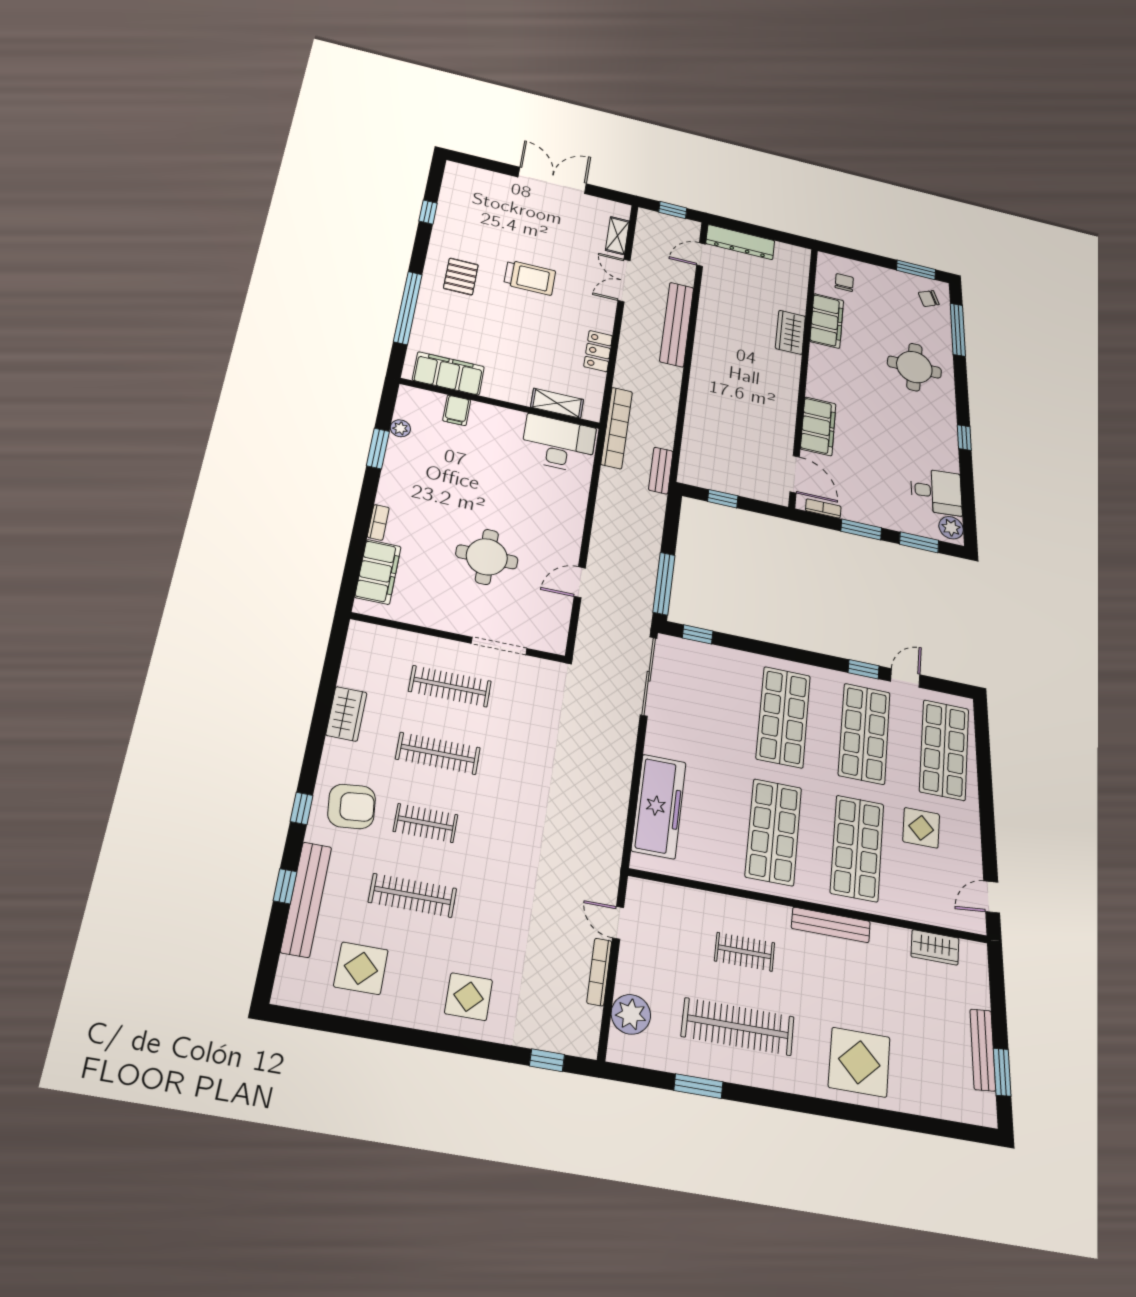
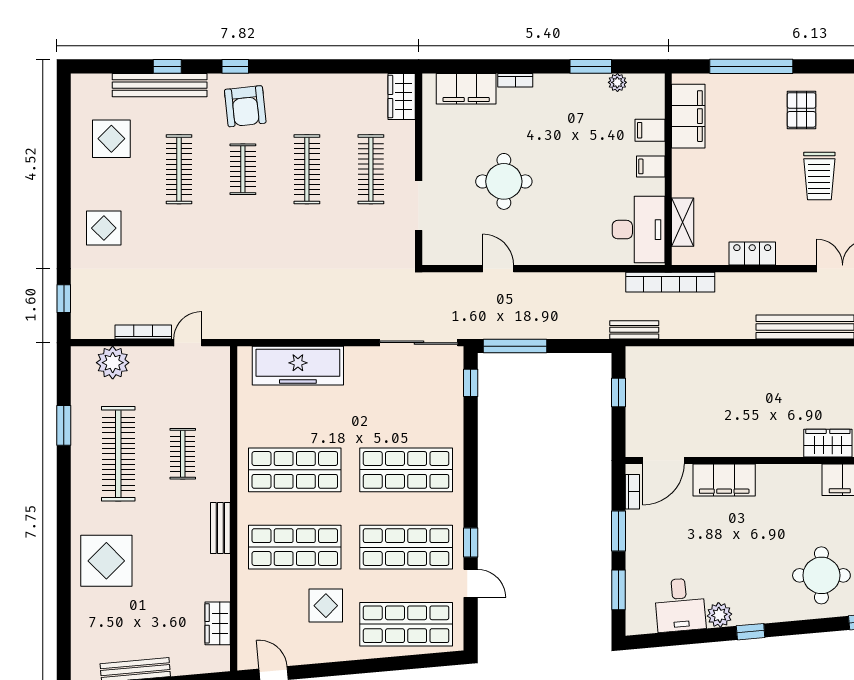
pallet: (461, 277) -> (801, 110), turned 90
filing cabinet: (495, 418) -> (651, 166), added
plant: (951, 528) -> (719, 615), moved
wardrobe: (346, 714) -> (402, 96), moved, turned 90
bench: (831, 925) -> (220, 528), width x0.73

